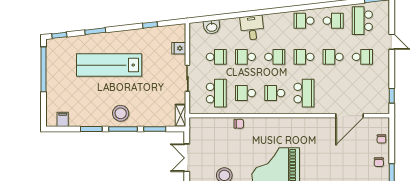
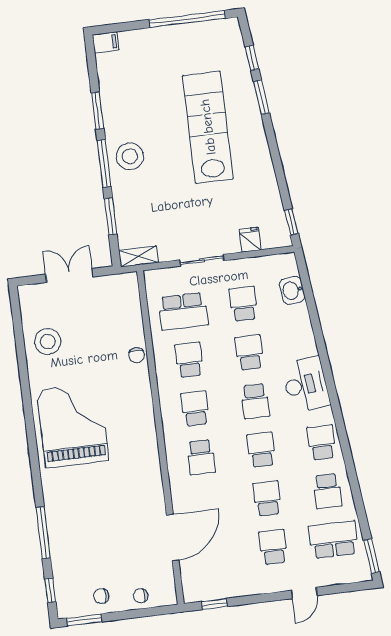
window: (150, 25) -> (291, 222), moved
desk: (252, 28) -> (306, 385), moved, width x1.37
window: (59, 35) -> (252, 58), moved
school desk: (216, 57) -> (243, 304), turned 180
school desk: (362, 57) -> (273, 547), turned 180
school desk: (304, 93) -> (201, 457), width x0.54
door: (349, 116) -> (173, 538), swing flipped
filing cabinet: (63, 119) -> (106, 42), moved

